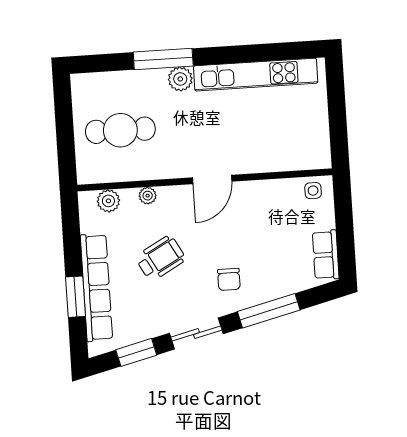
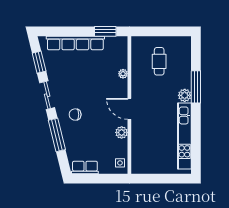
cafe table: (120, 130) -> (159, 61), width x0.73, depth x0.74
plant: (108, 201) -> (122, 132), moved
wheelchair: (160, 258) -> (89, 78), removed
window: (75, 297) -> (105, 31), moved

